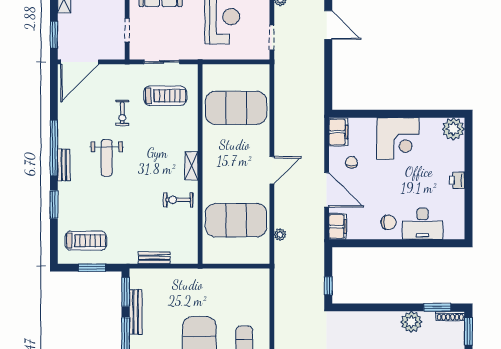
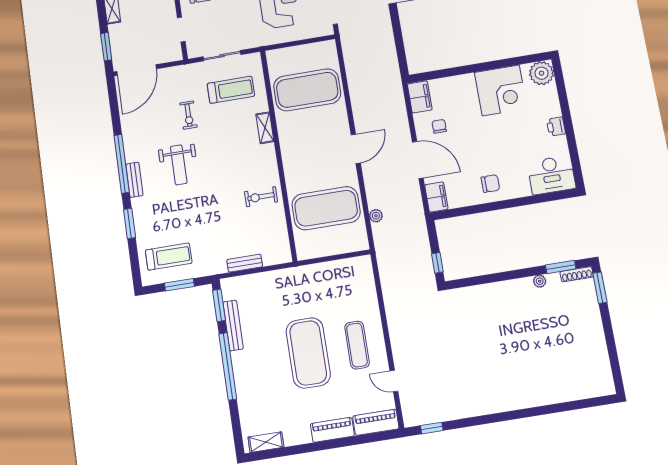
corner desk: (398, 139) -> (501, 90), moved
shelving: (191, 166) -> (265, 128), moved
desk: (423, 224) -> (551, 175), moved
plant: (411, 322) -> (540, 281), width x0.53, depth x0.53

